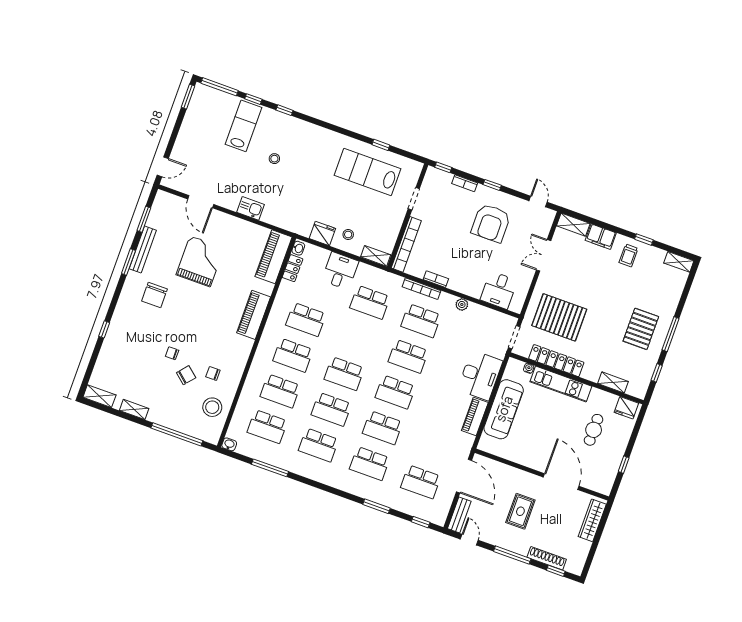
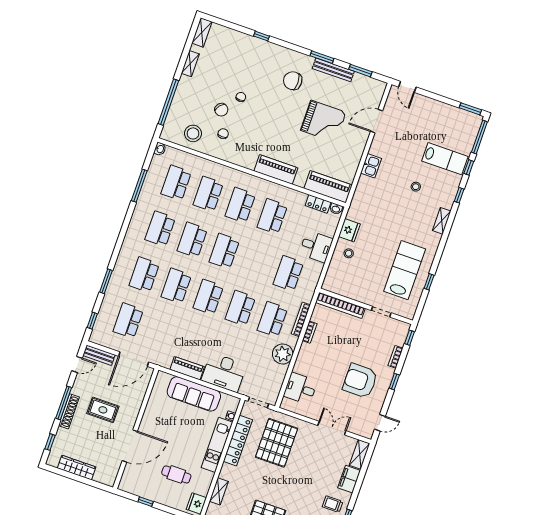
shelving: (376, 256) -> (442, 221), moved
plant: (462, 304) -> (283, 354), width x1.88, depth x1.88
wardrobe: (592, 520) -> (77, 468), moved
shoe rack: (547, 558) -> (69, 411), moved

